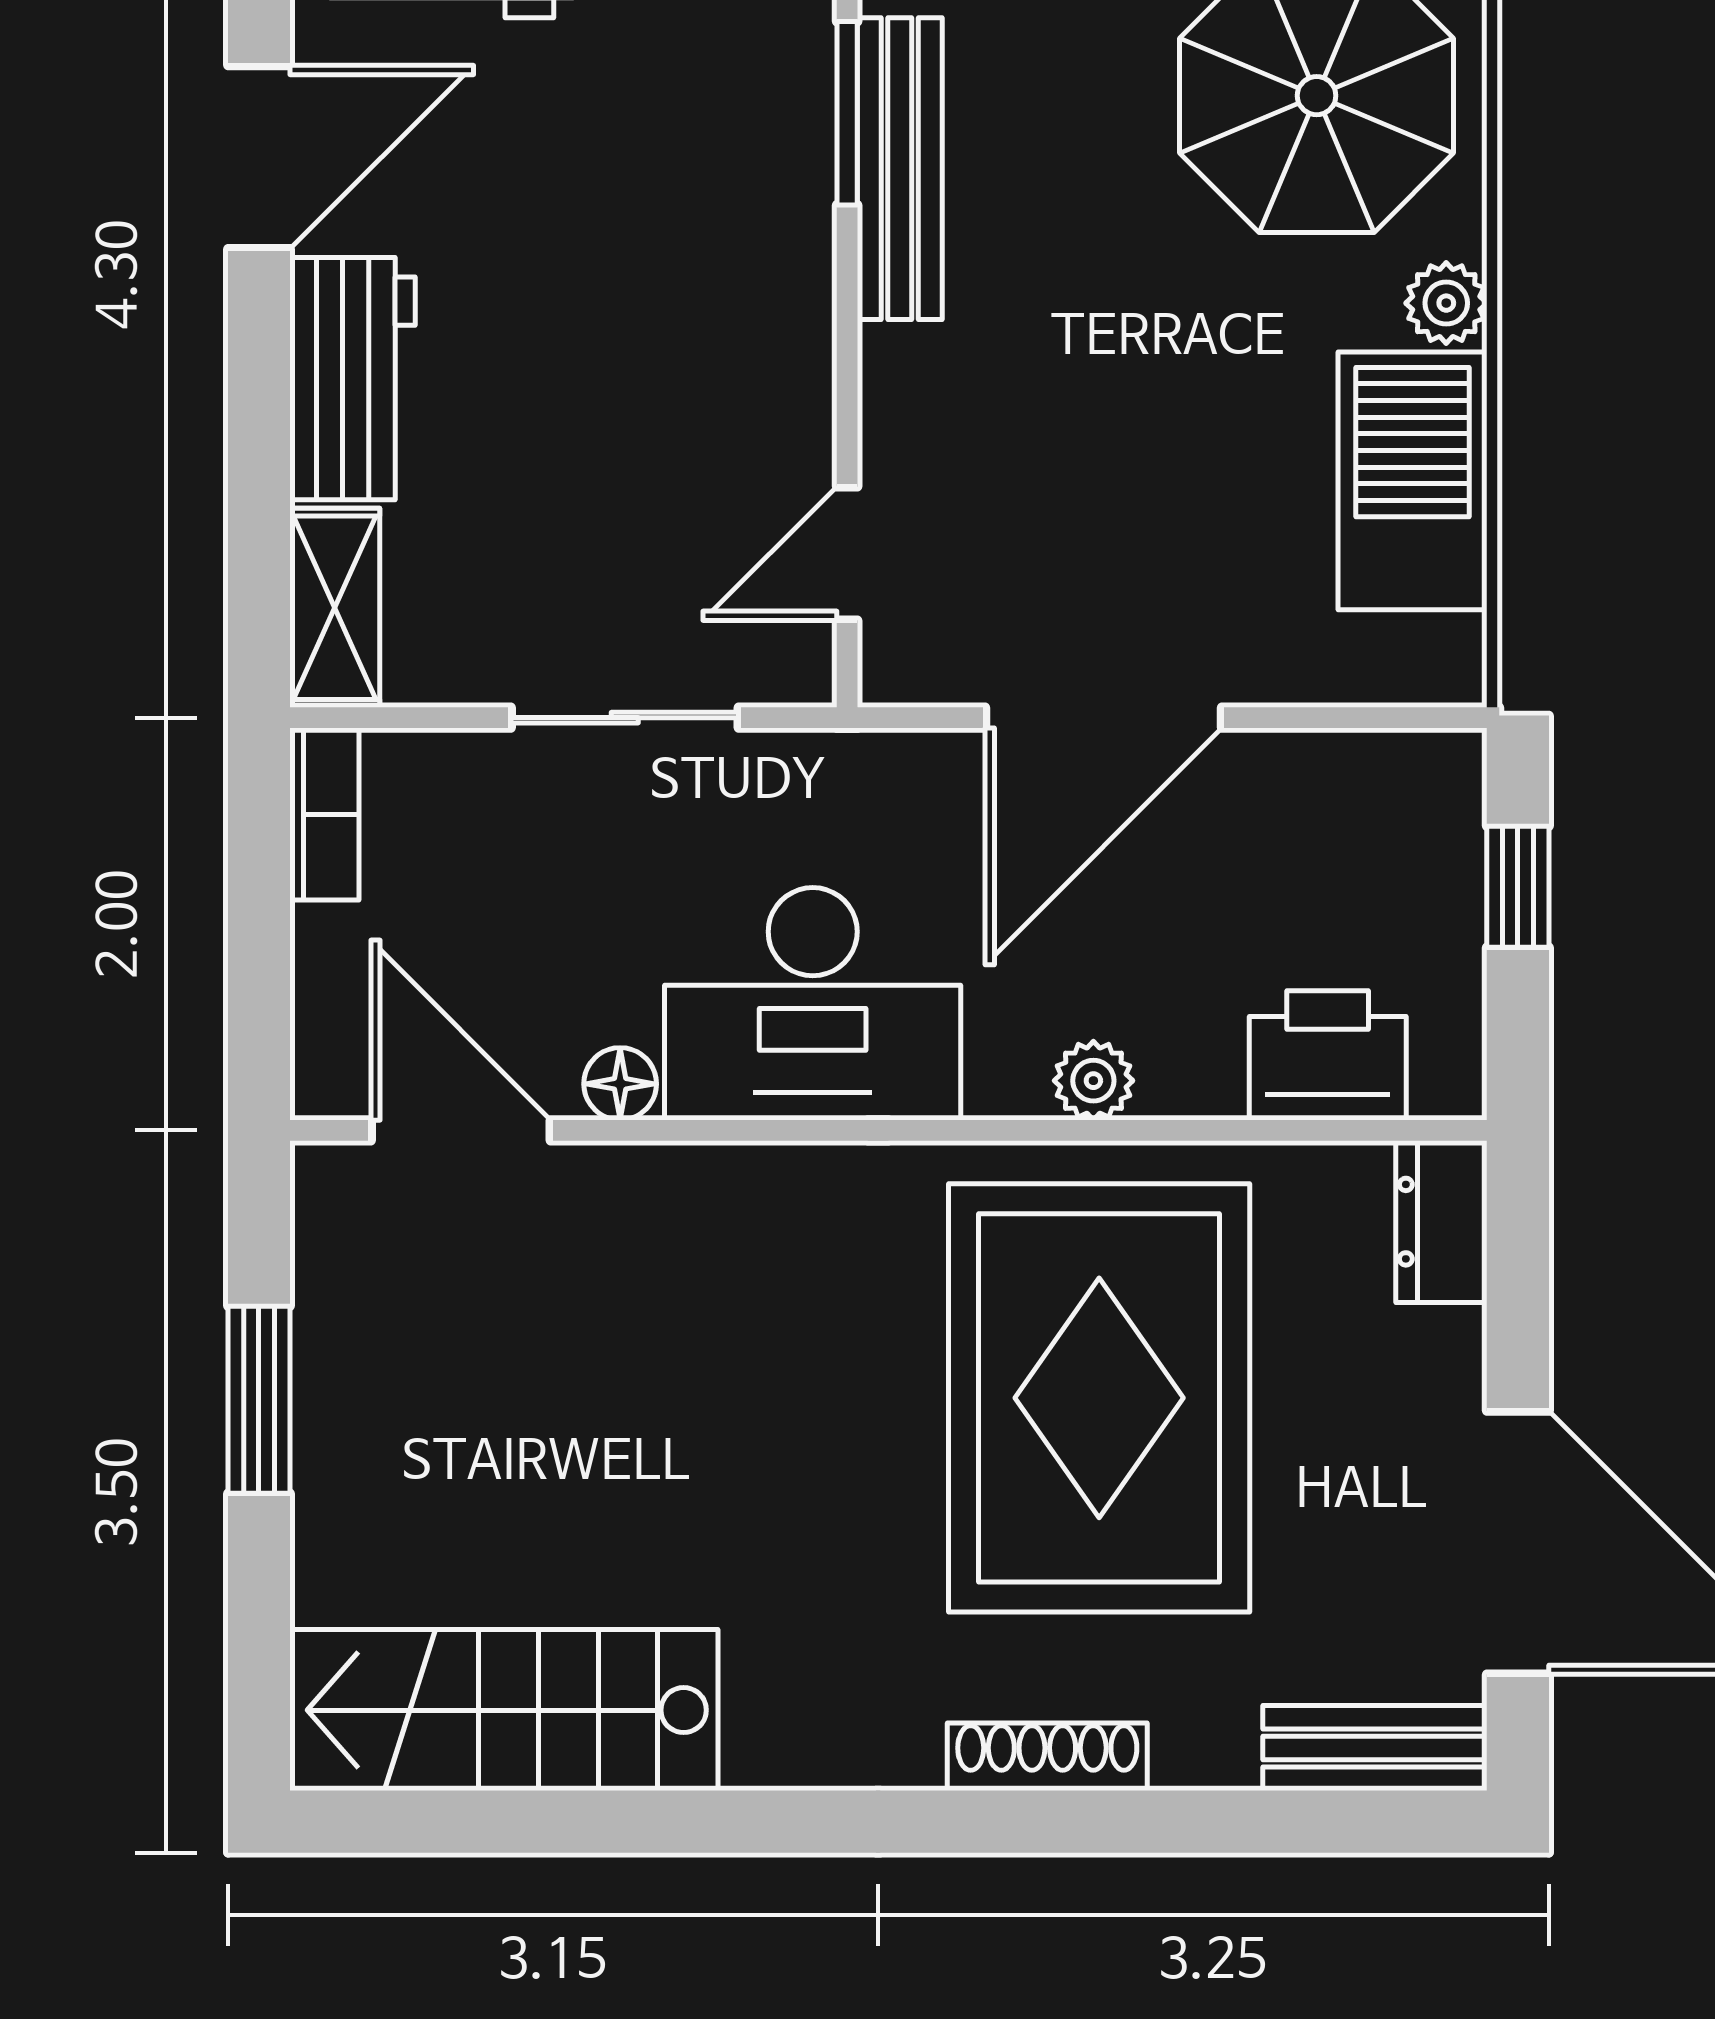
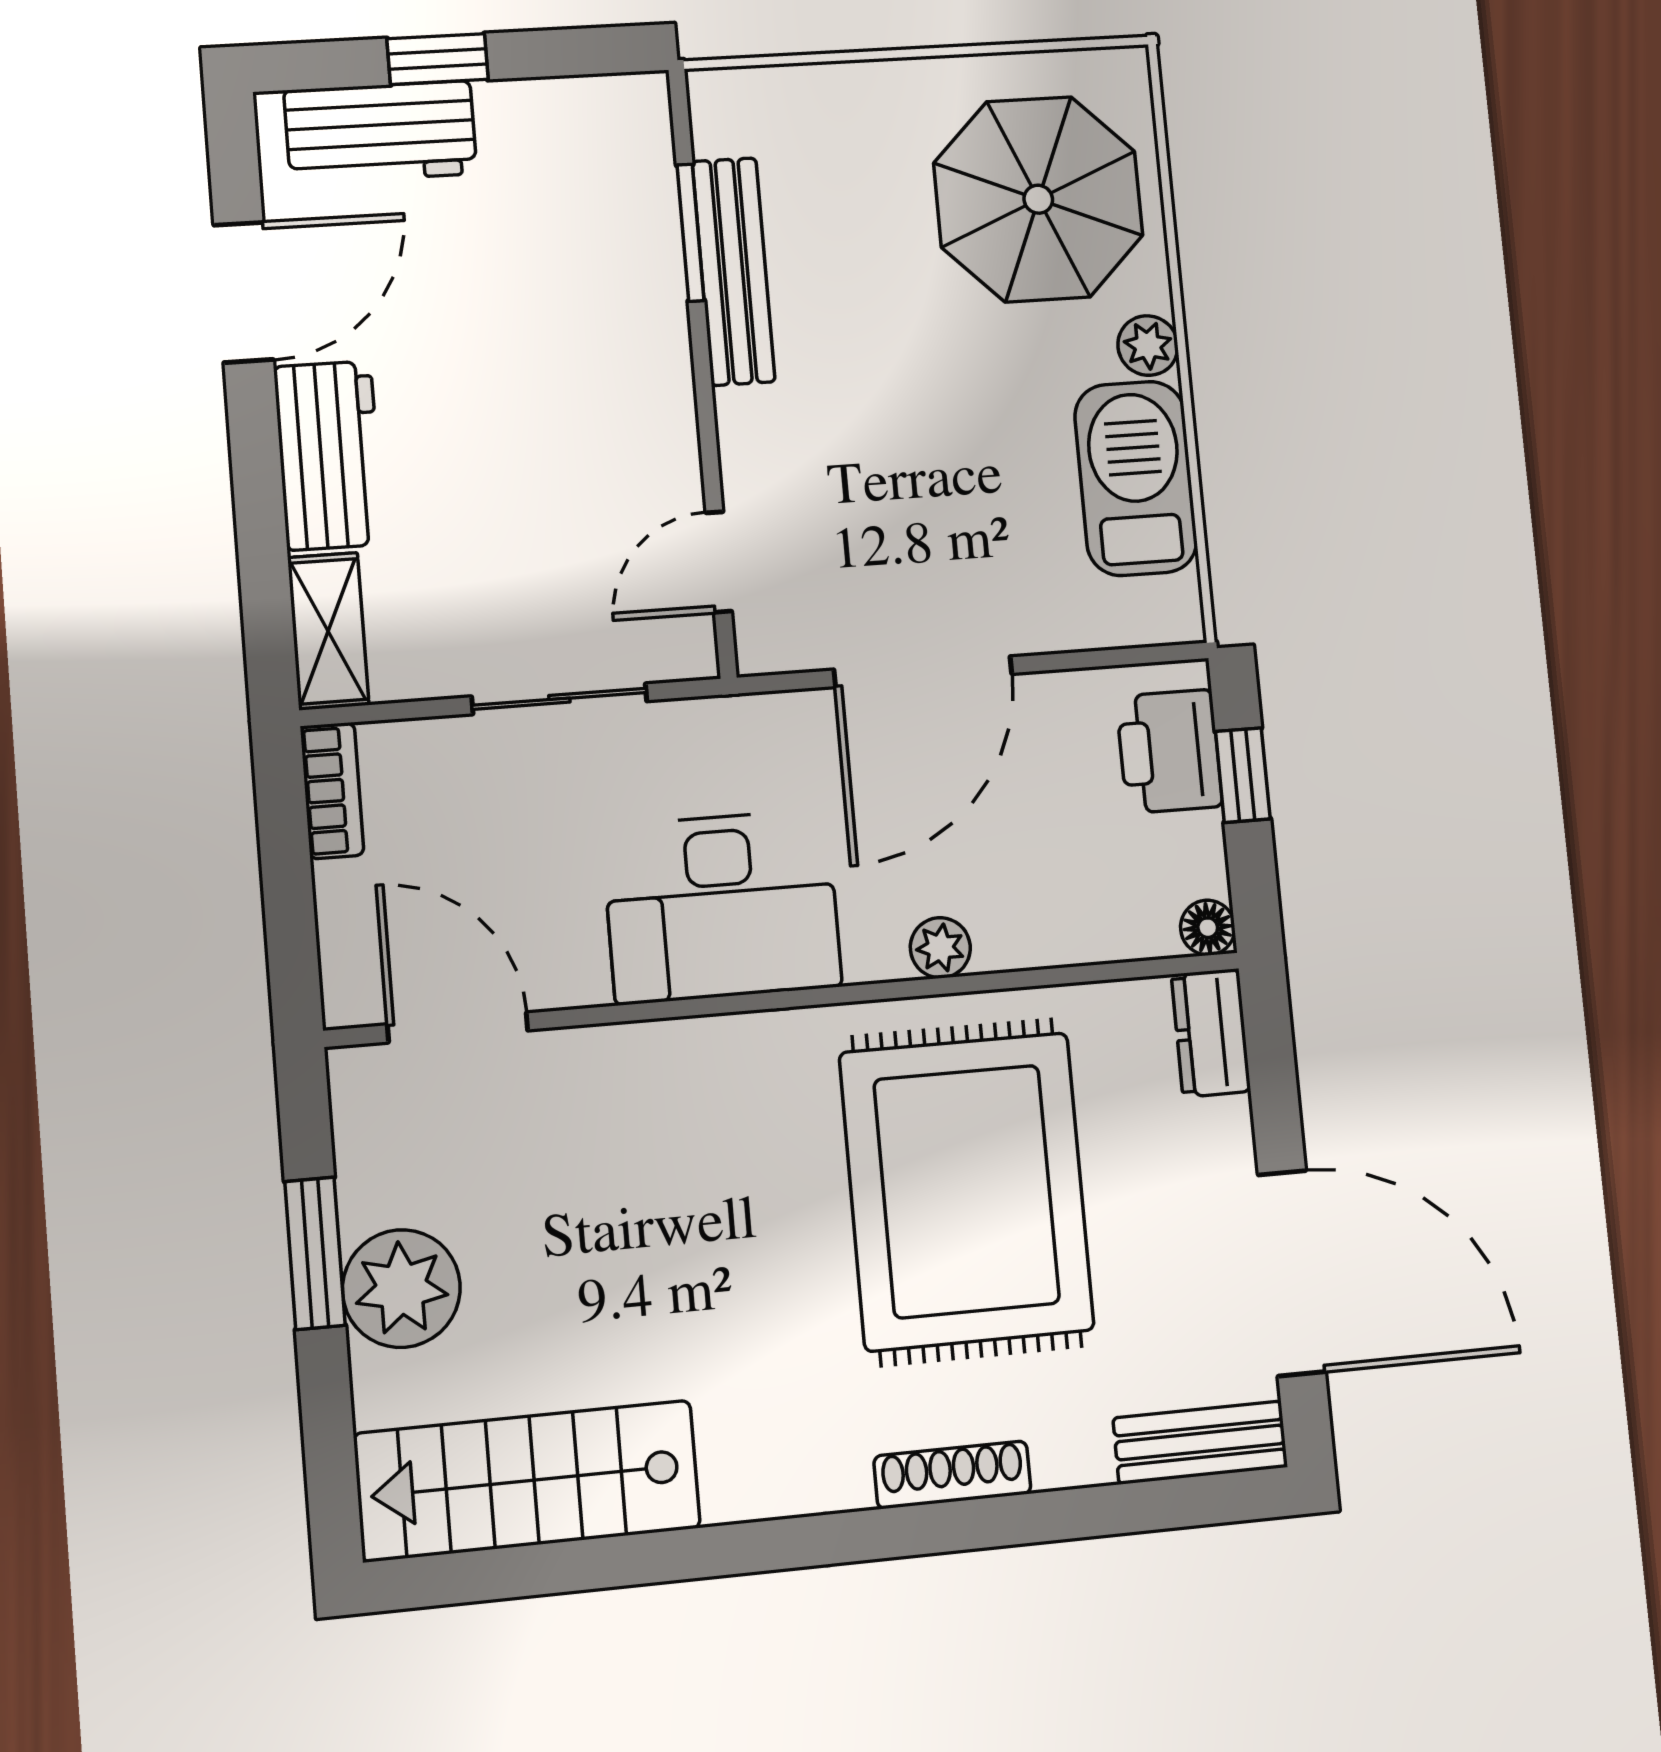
printer: (1328, 1055) -> (1169, 751), moved, turned -90
floor lamp: (620, 1084) -> (1208, 928), moved
plant: (364, 1454) -> (401, 1289), added

